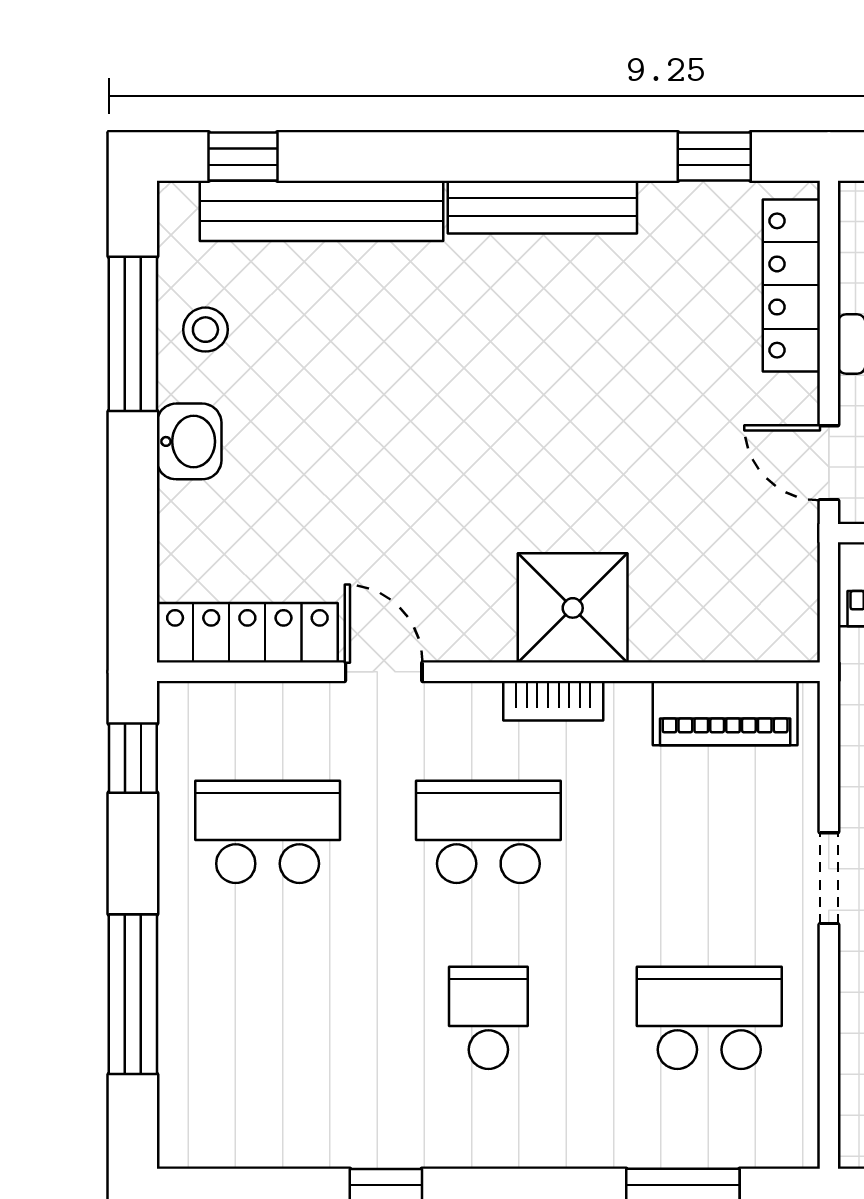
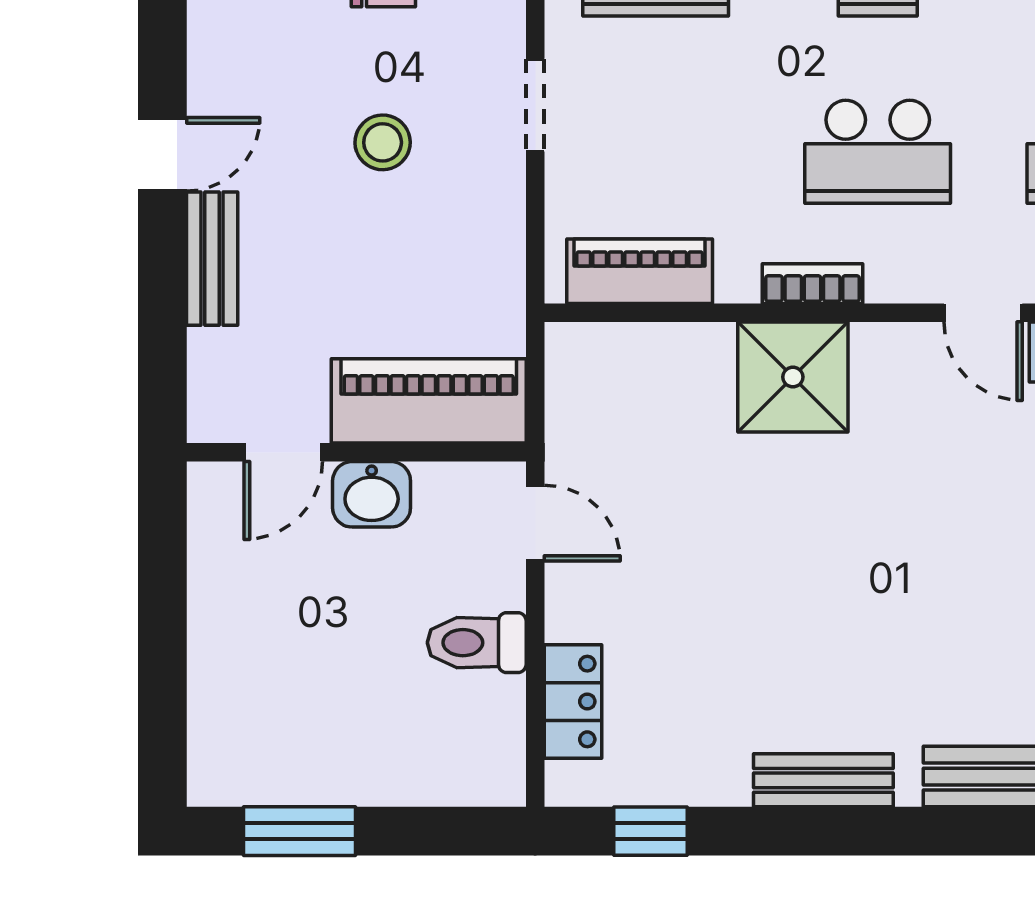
bench: (542, 207) -> (823, 780), width x0.73
locker: (791, 285) -> (573, 701), width x0.66

